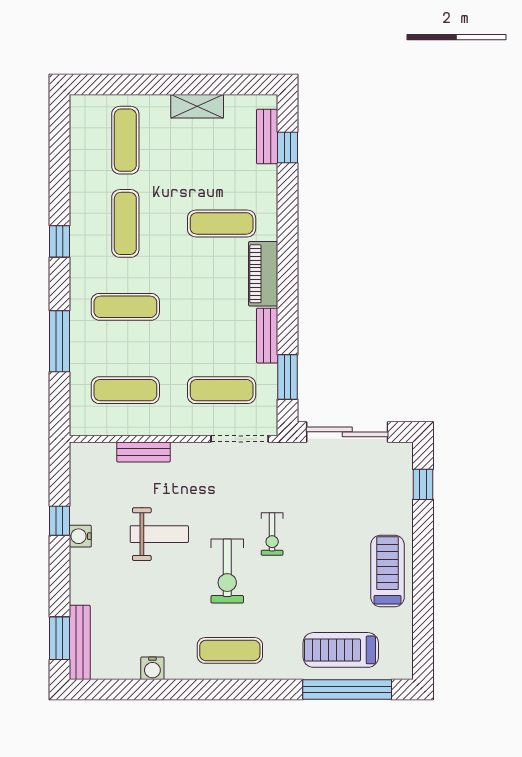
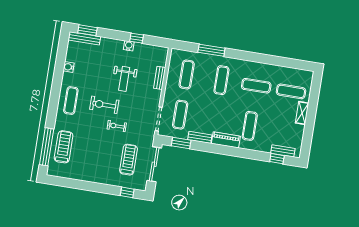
shelving: (197, 106) -> (302, 113), moved
window: (59, 241) -> (253, 57), removed
treadmill: (388, 571) -> (129, 160), moved, turned -90

